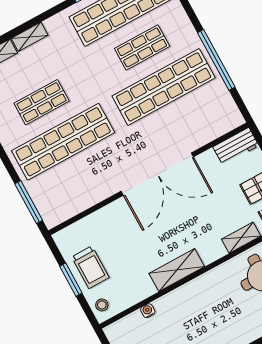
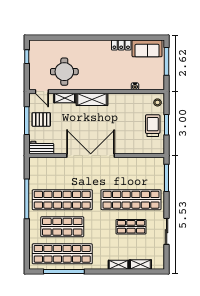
shop shelf: (142, 47) -> (62, 227), width x1.43, depth x1.36
shelving: (177, 270) -> (92, 99), moved

